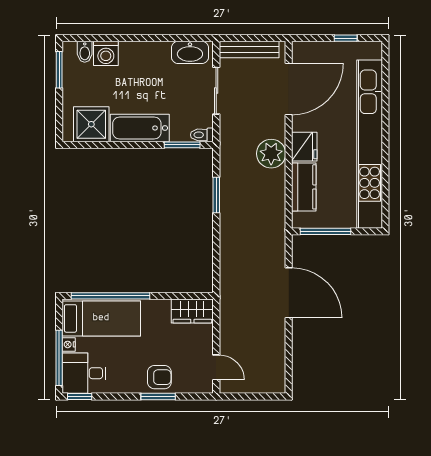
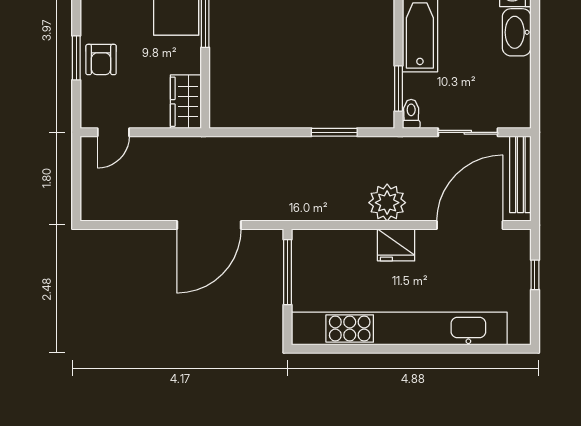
window: (346, 38) -> (535, 275), moved
washbasin: (190, 52) -> (517, 32), moved
door: (289, 89) -> (470, 225), swing flipped
kitchen counter: (304, 187) -> (344, 244), removed

